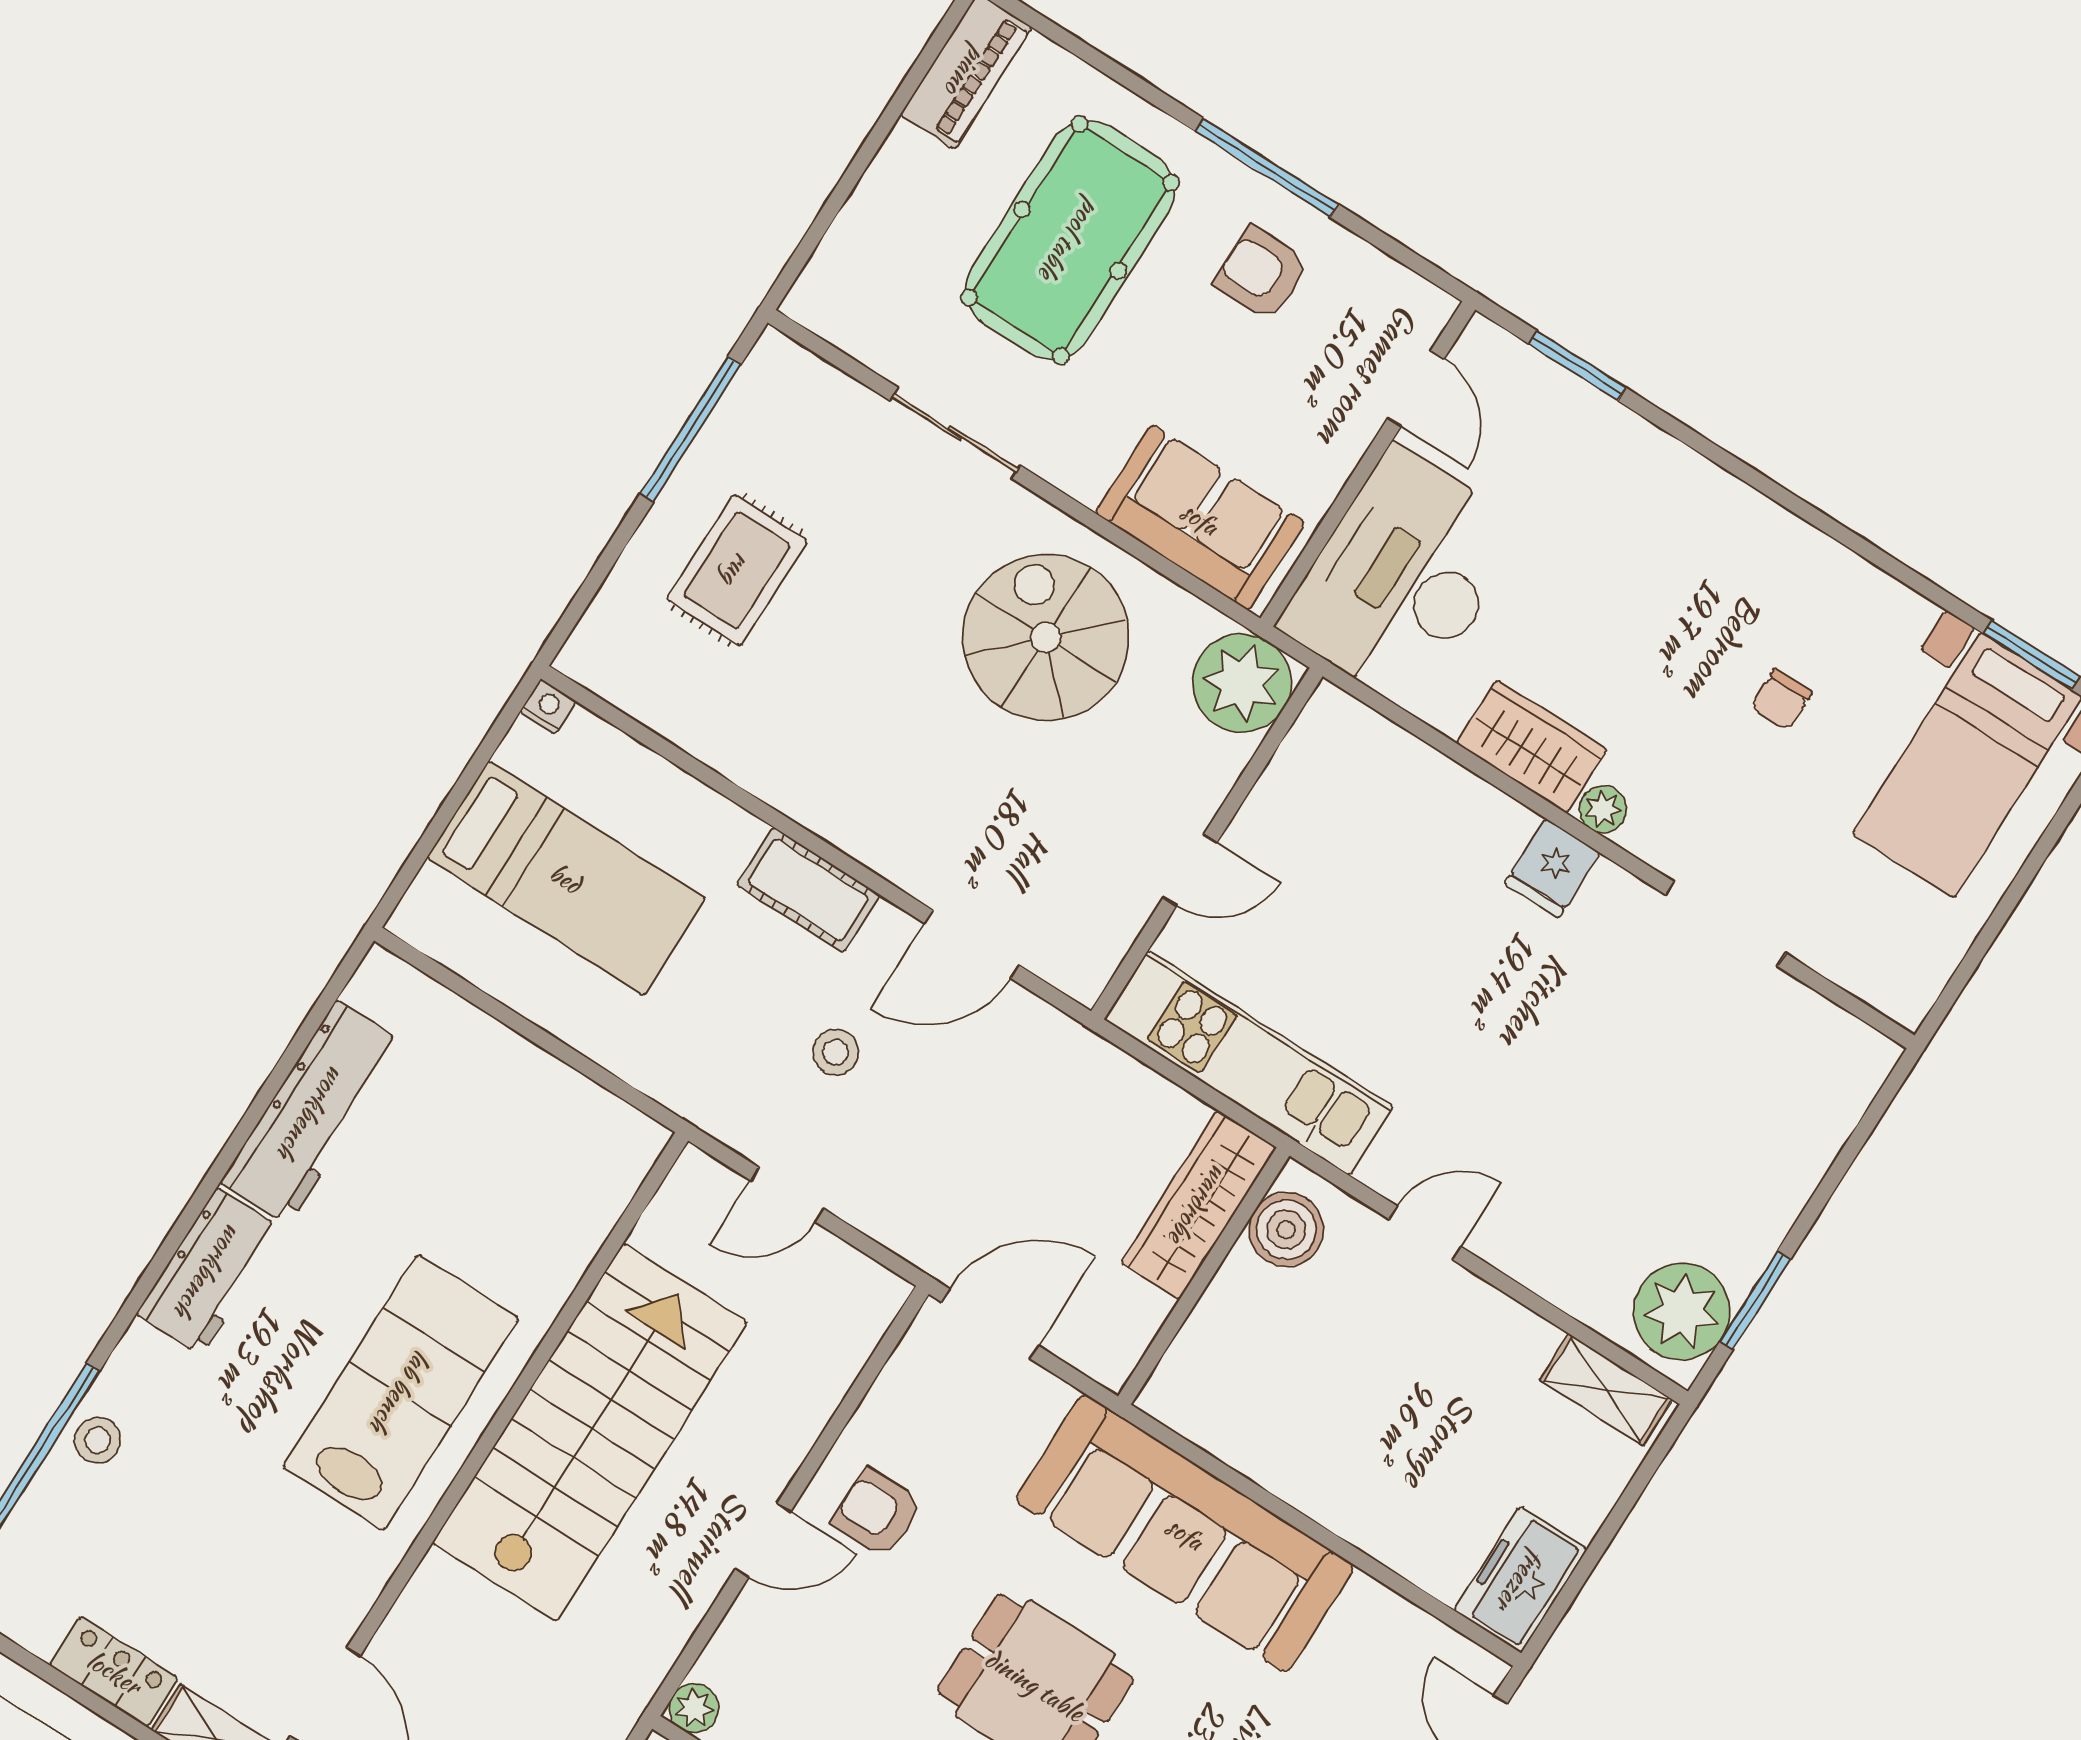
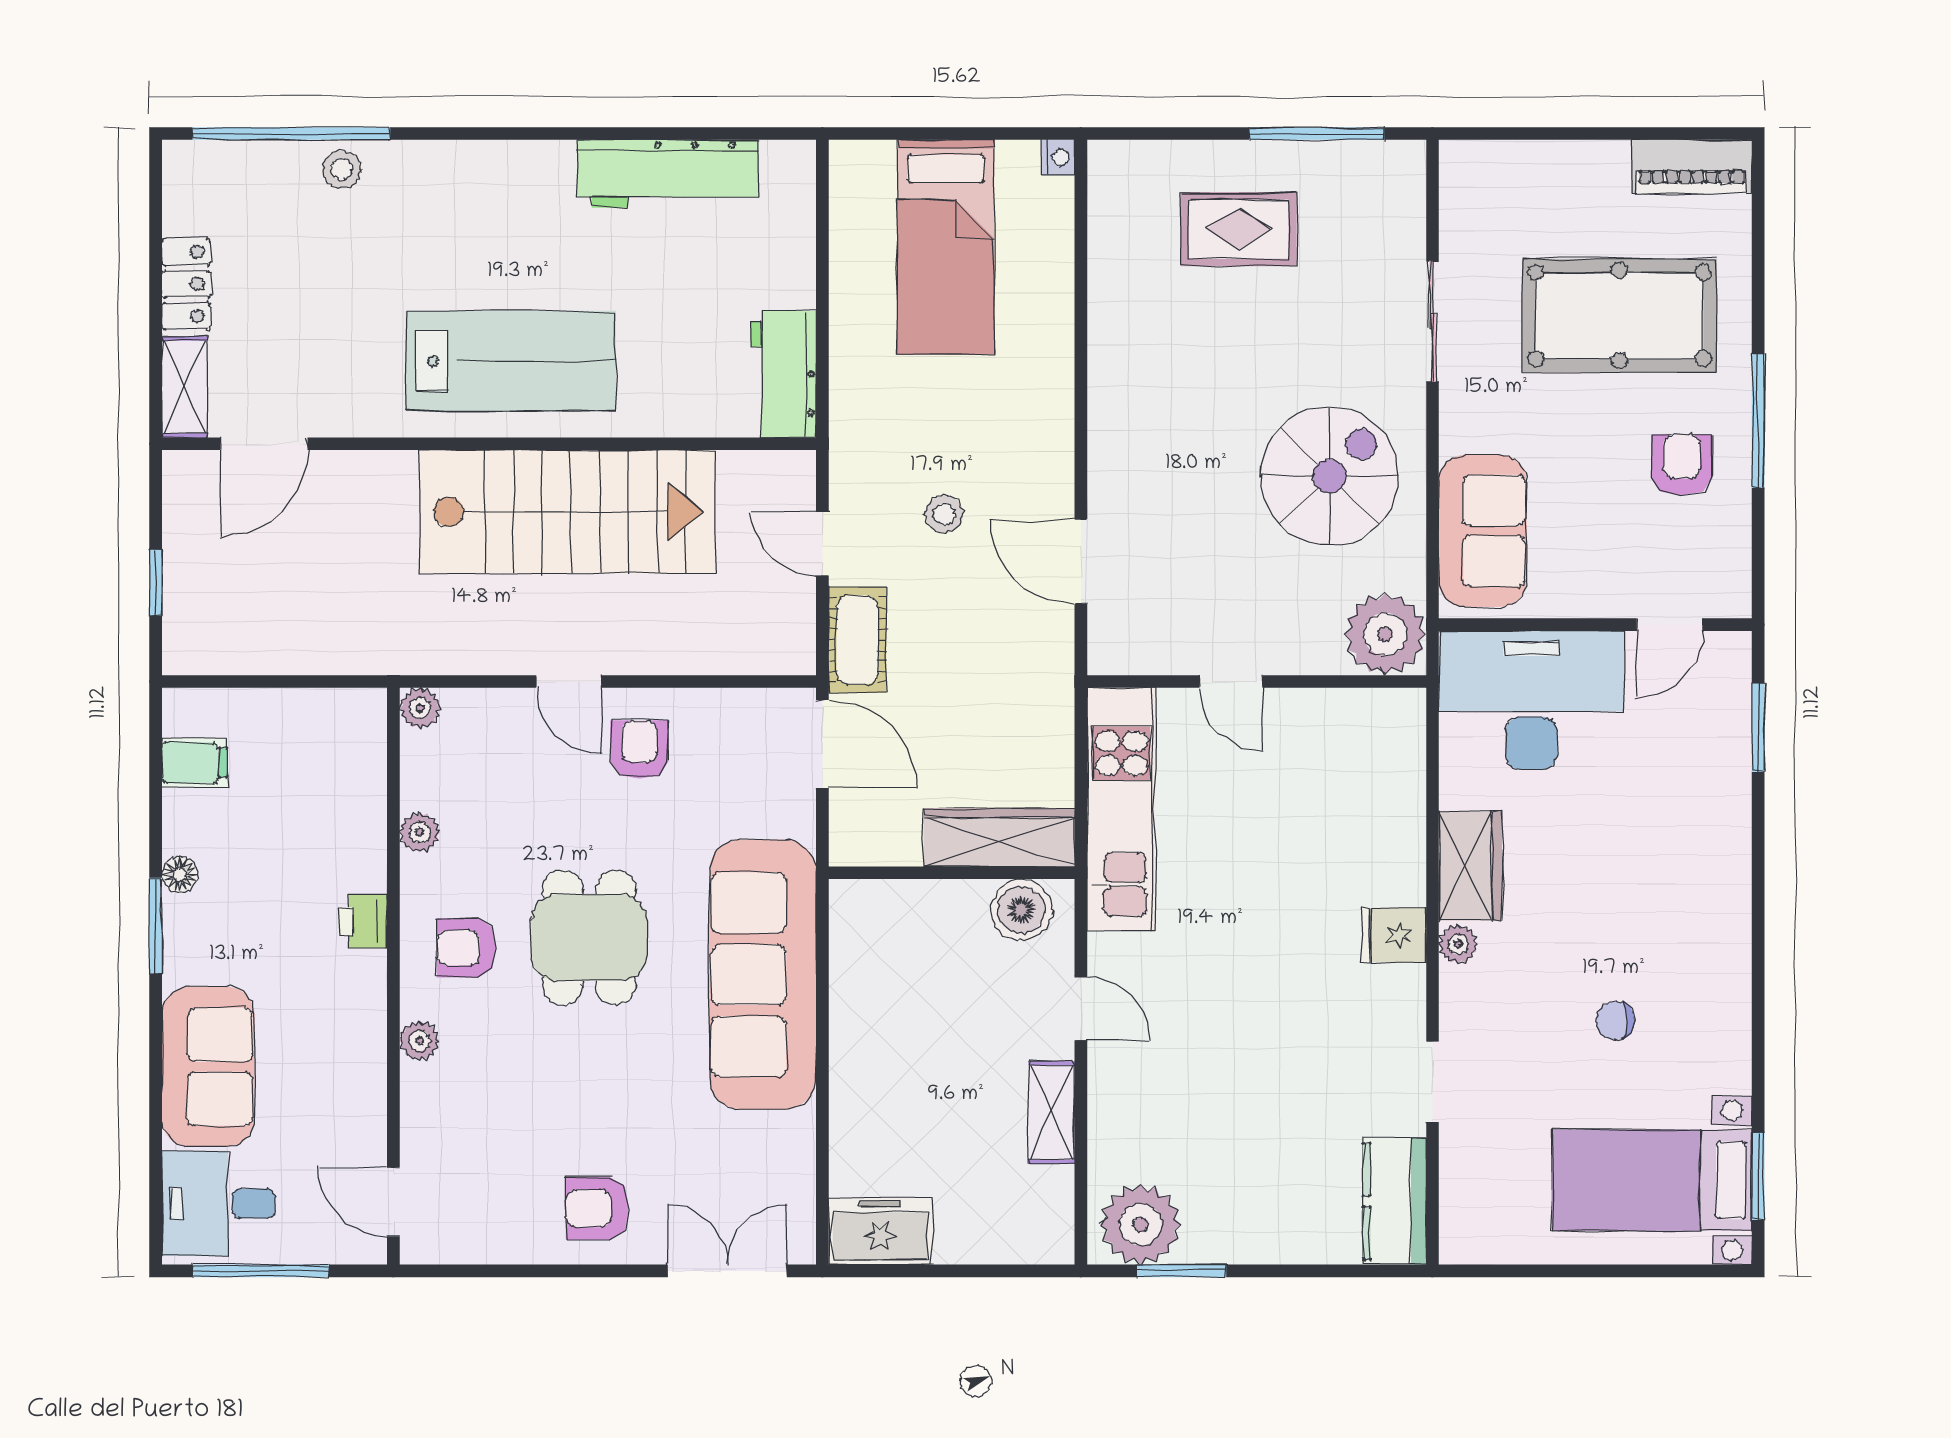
cot: (808, 890) -> (857, 640), moved
doorway: (1726, 924) -> (1432, 1082), width x0.73
kitchen counter: (1822, 1039) -> (1395, 1201), added
workbench: (209, 1271) -> (784, 374), moved, turned 90
shelving: (1606, 1390) -> (1052, 1113), moved

